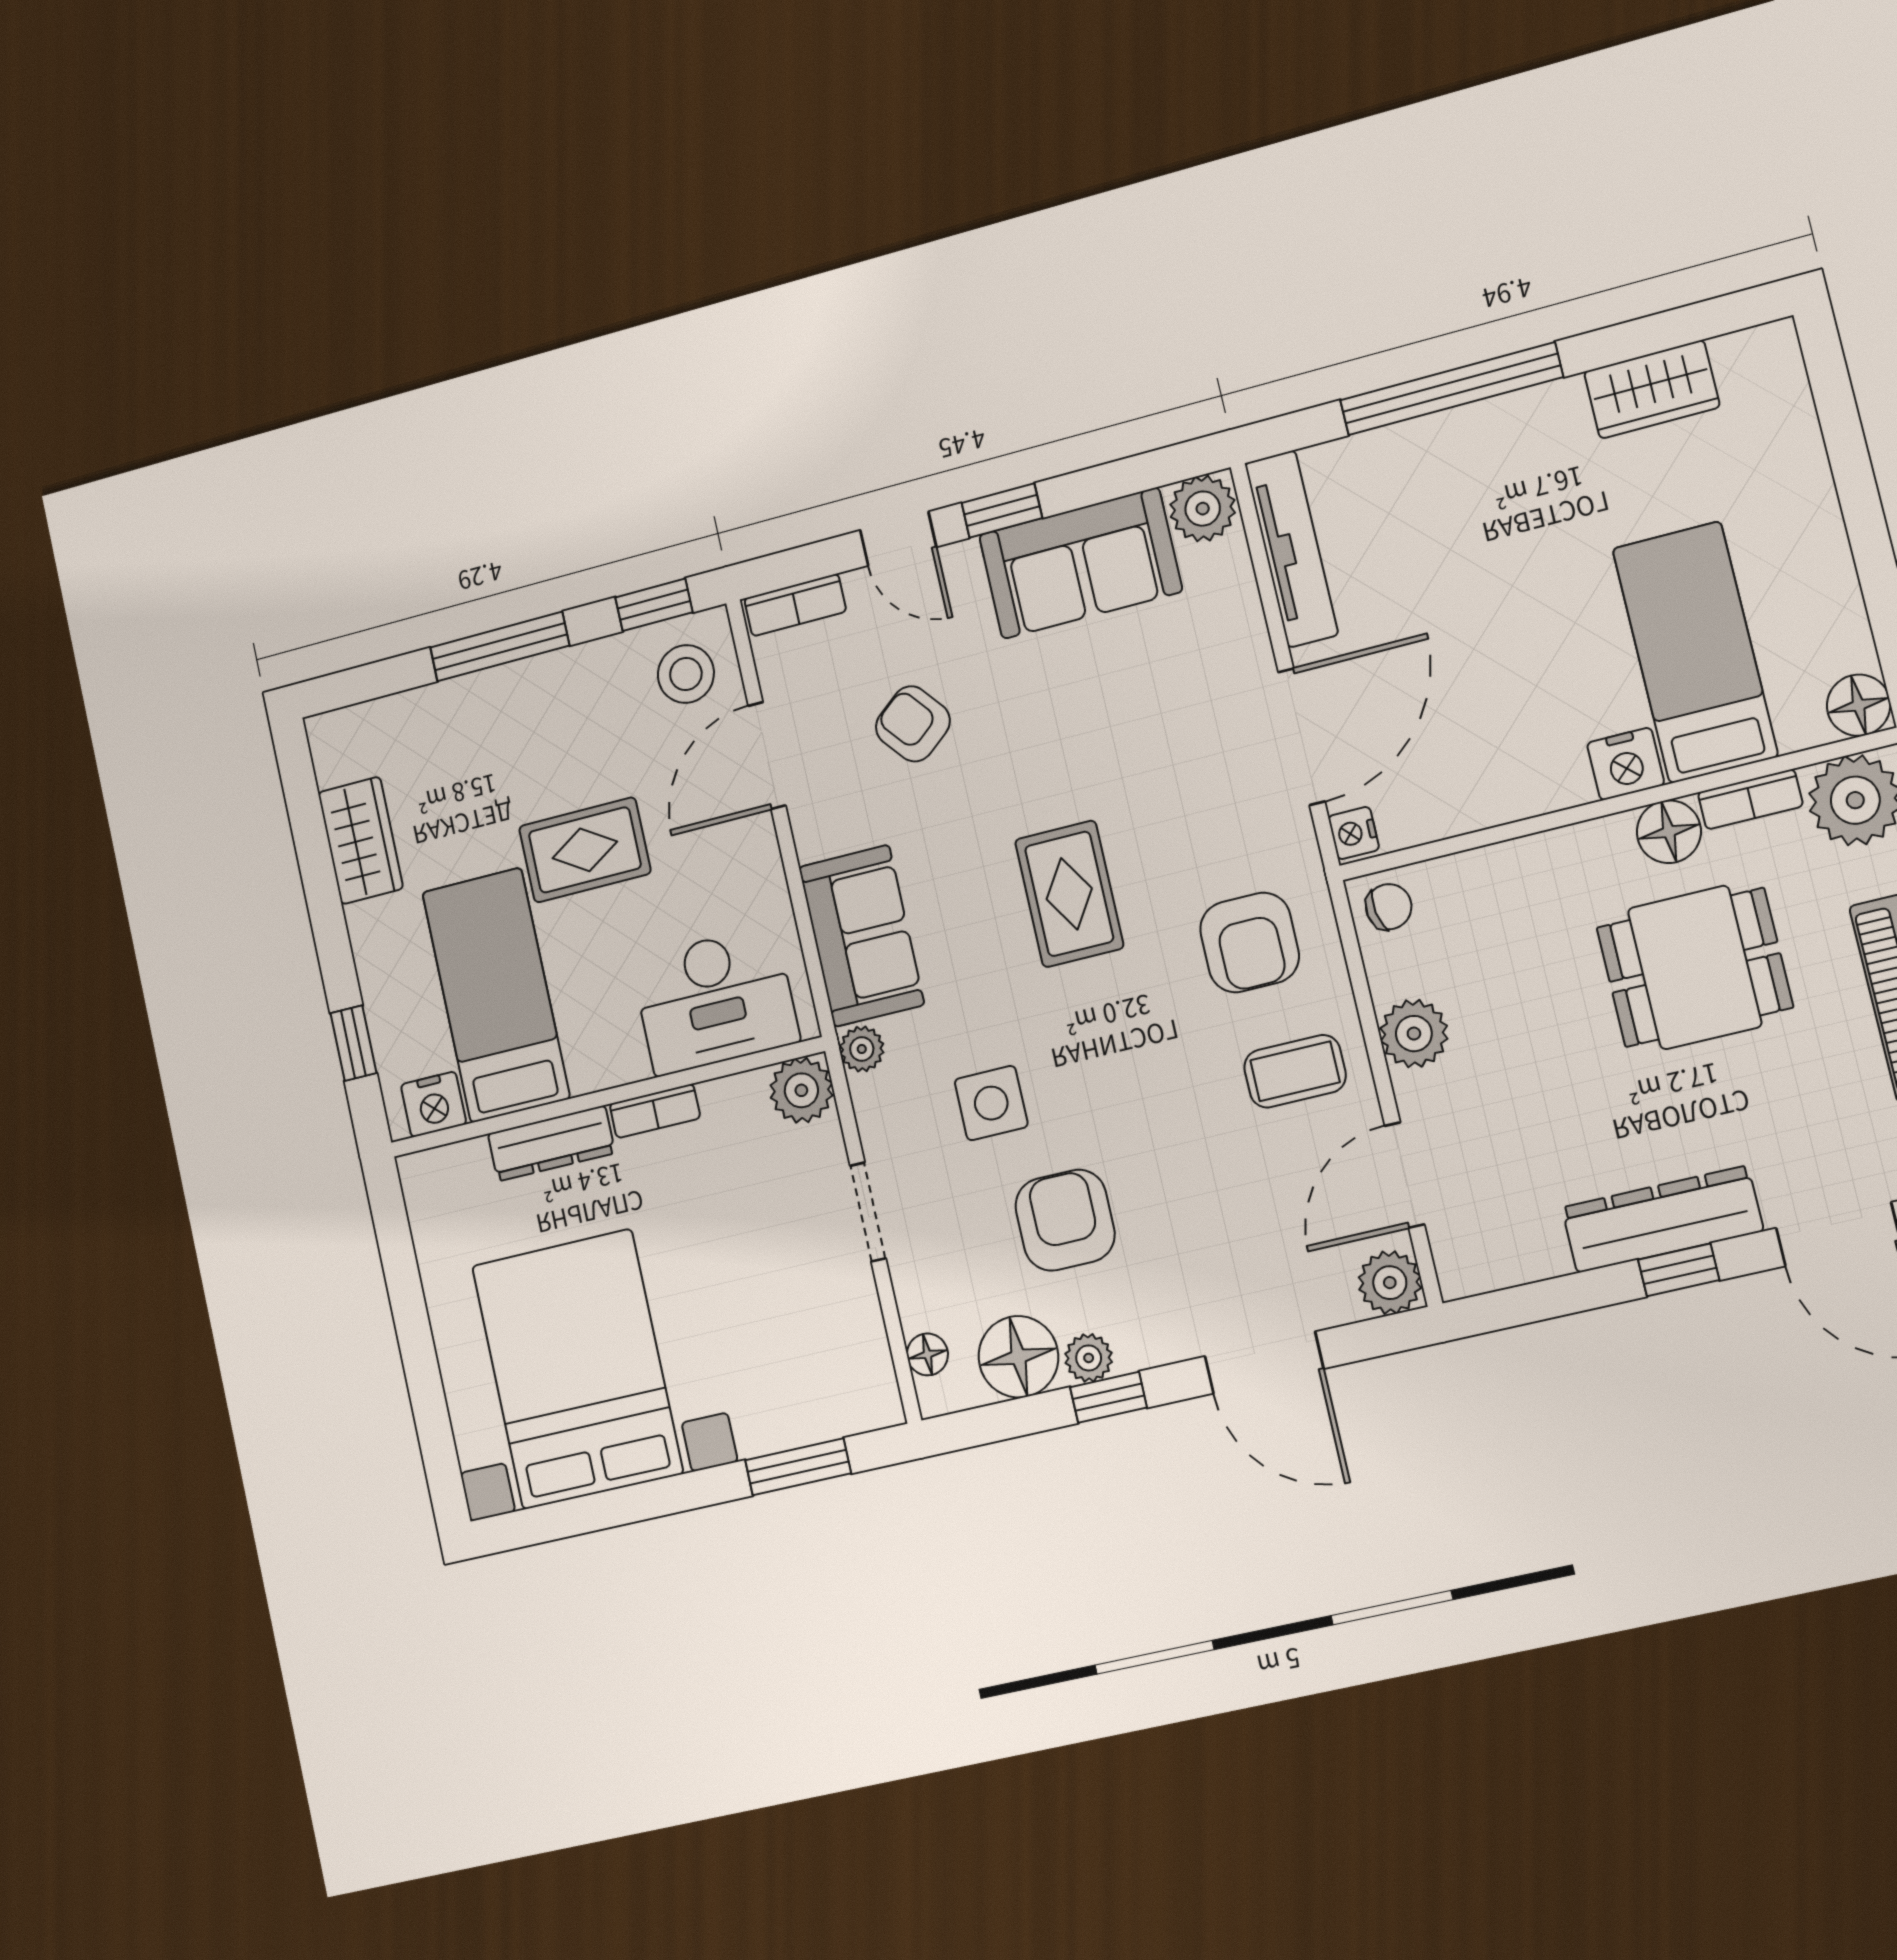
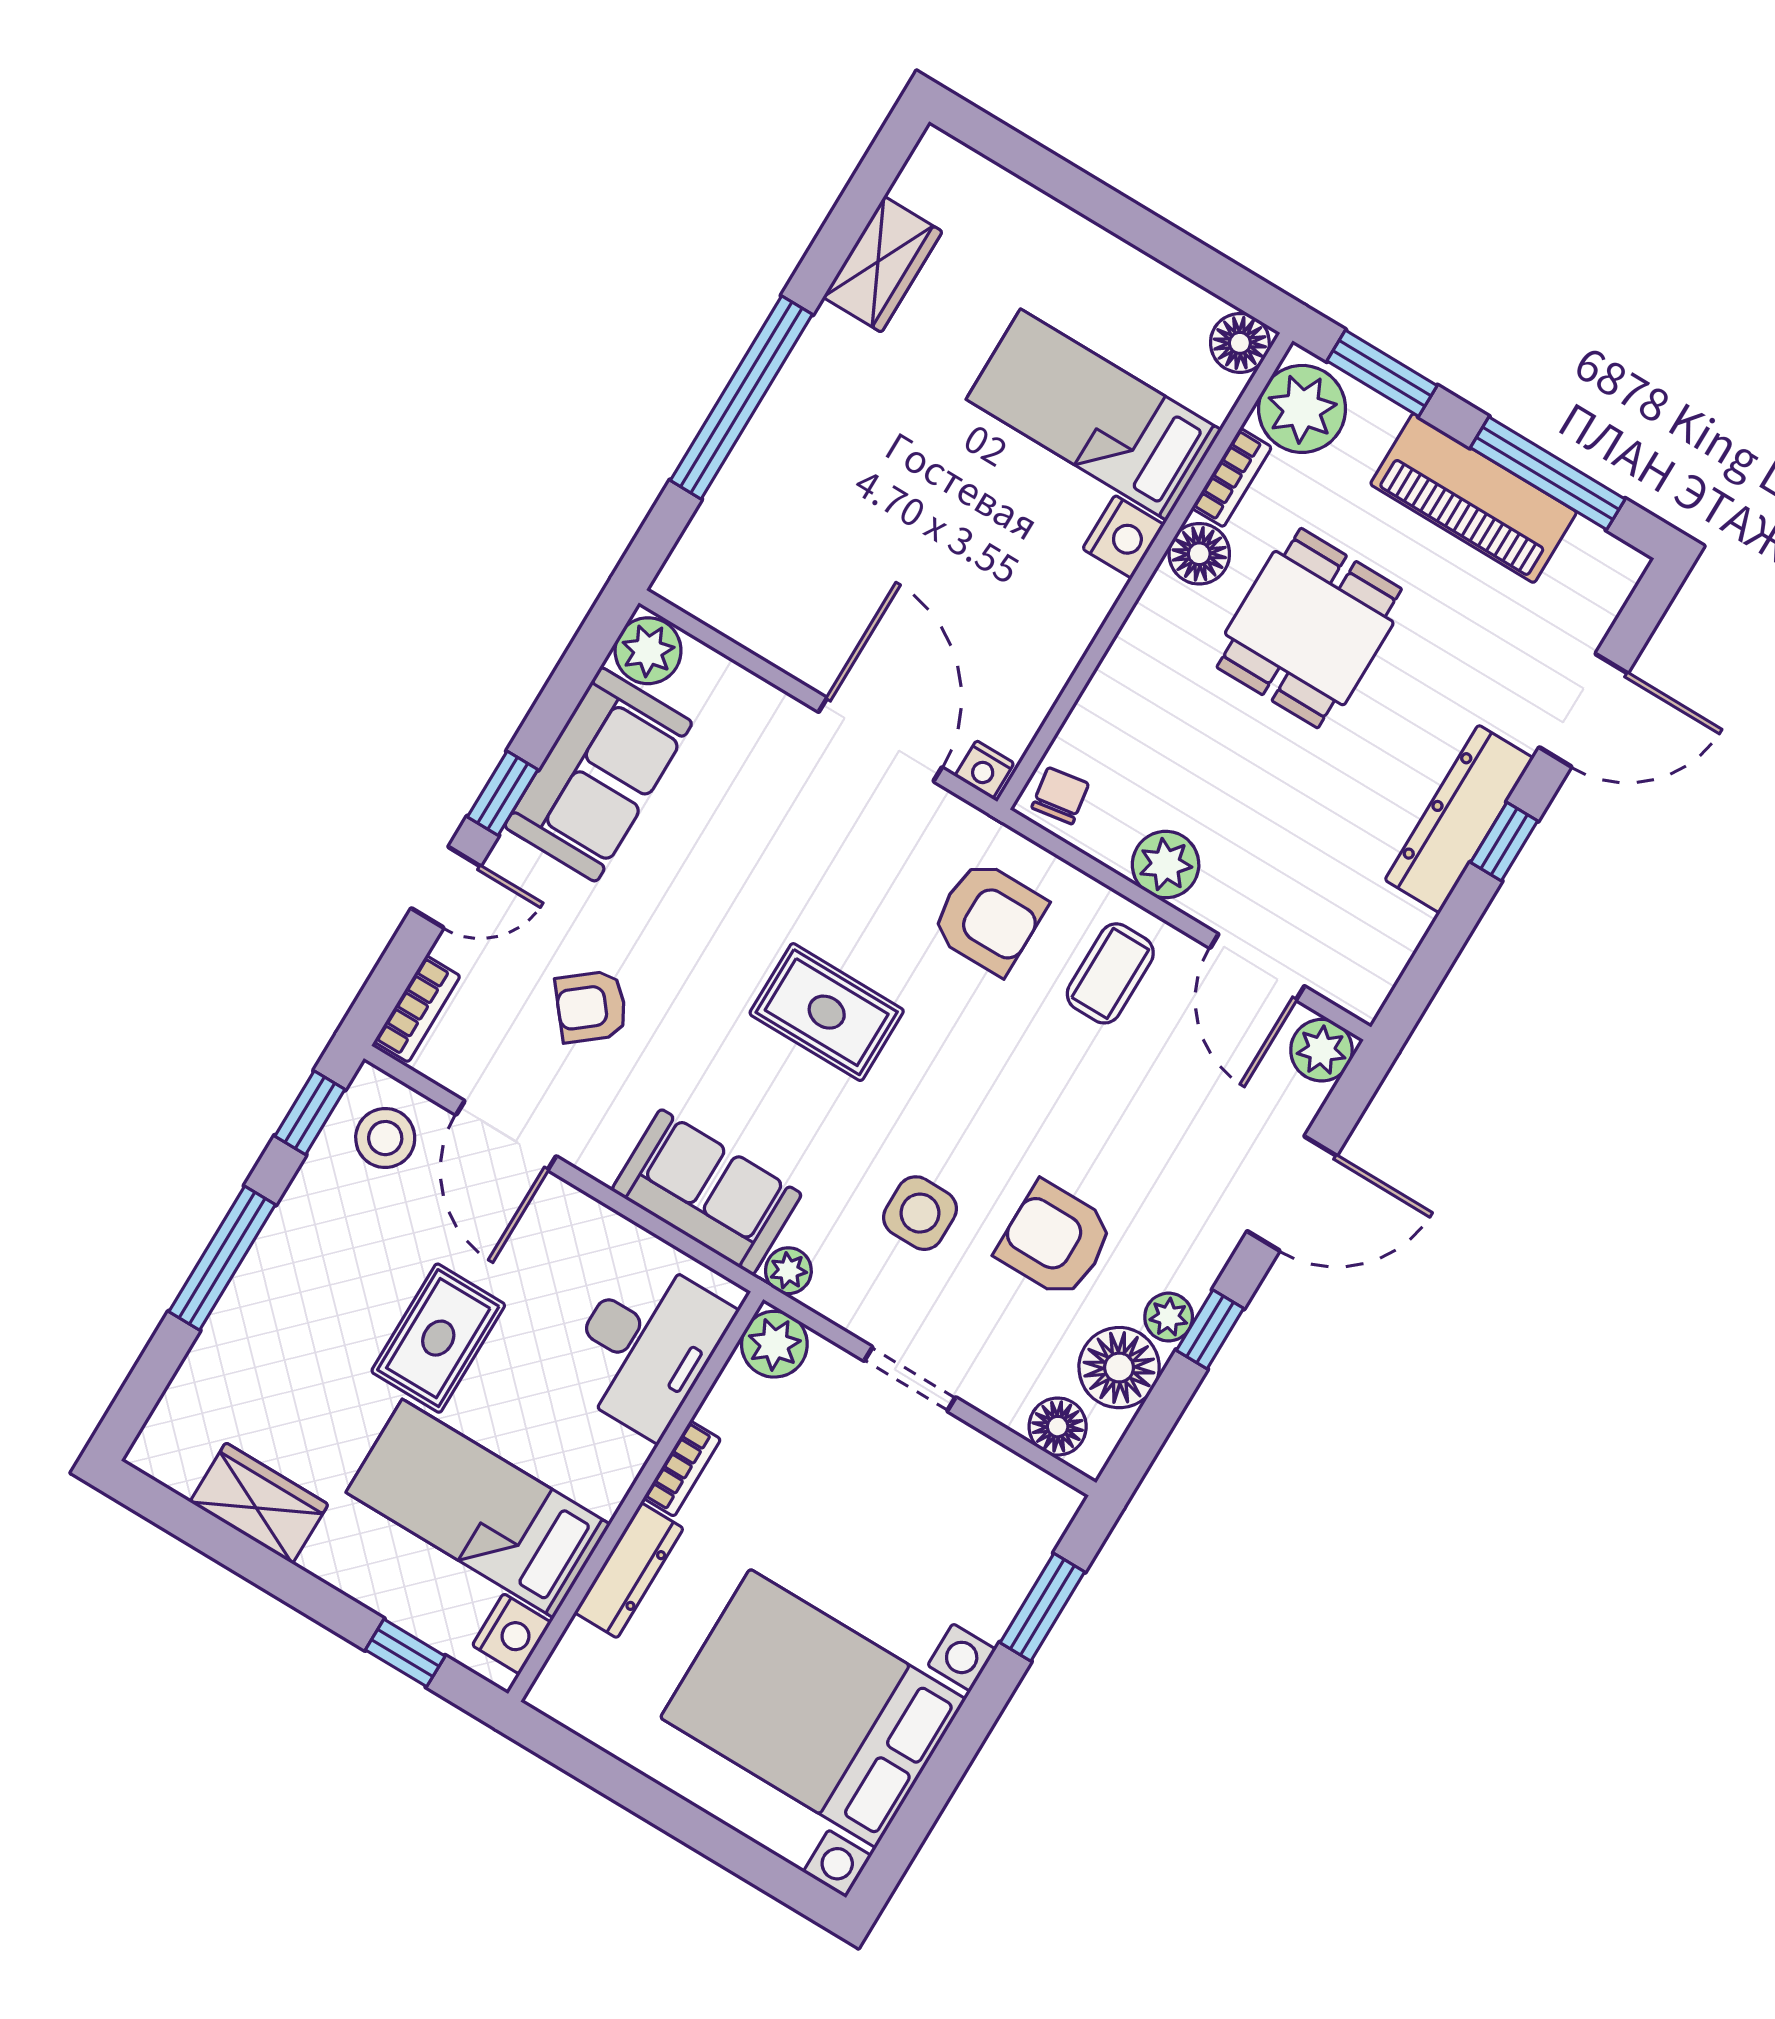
tv unit: (1292, 549) -> (741, 617), removed
floor lamp: (927, 1354) -> (1058, 1427), width x1.37, depth x1.37

